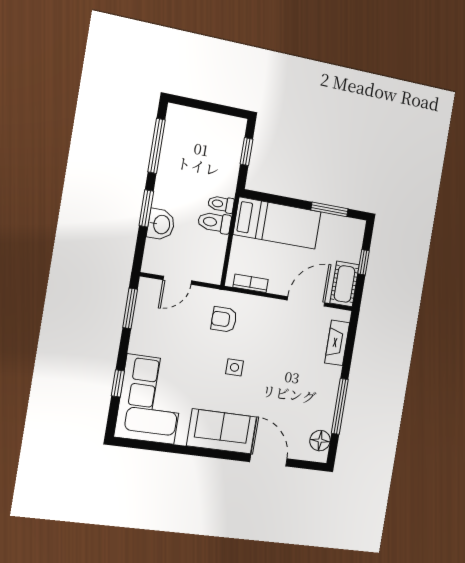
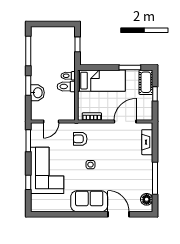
cot: (345, 284) -> (146, 82), moved
corner sofa: (151, 399) -> (47, 170), moved

